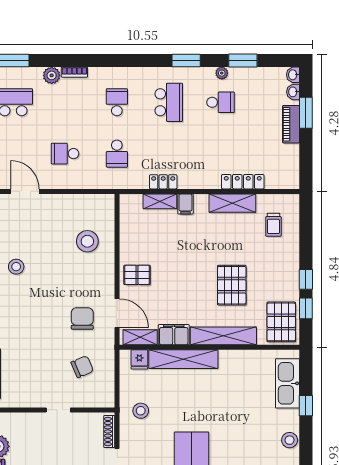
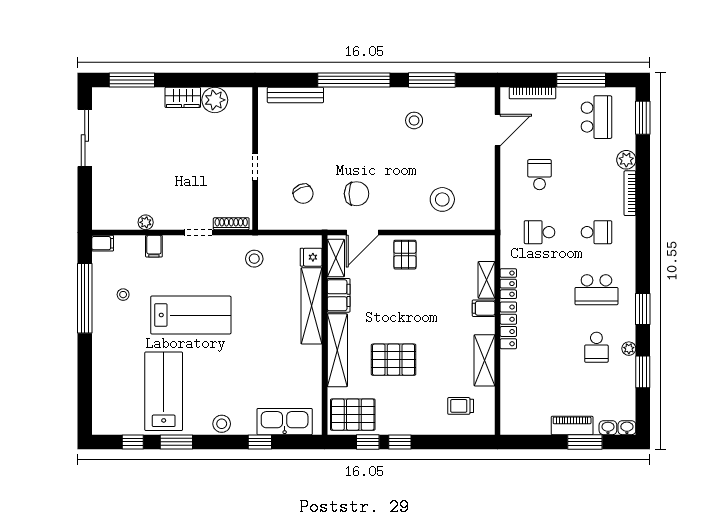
bookcase: (74, 72) -> (630, 193), width x1.56
locker: (243, 182) -> (508, 325), moved

